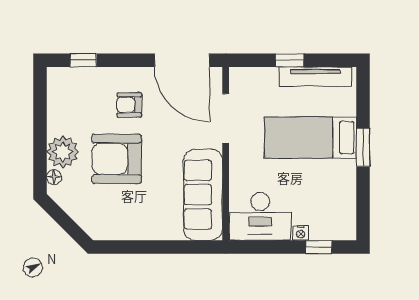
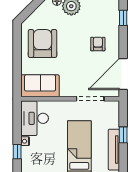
armchair: (117, 159) -> (43, 43), moved
sofa: (203, 195) -> (40, 86), width x0.73

